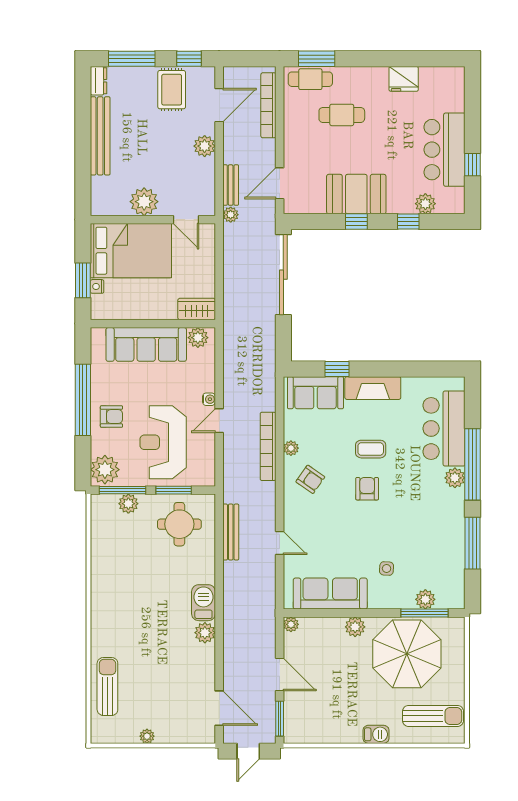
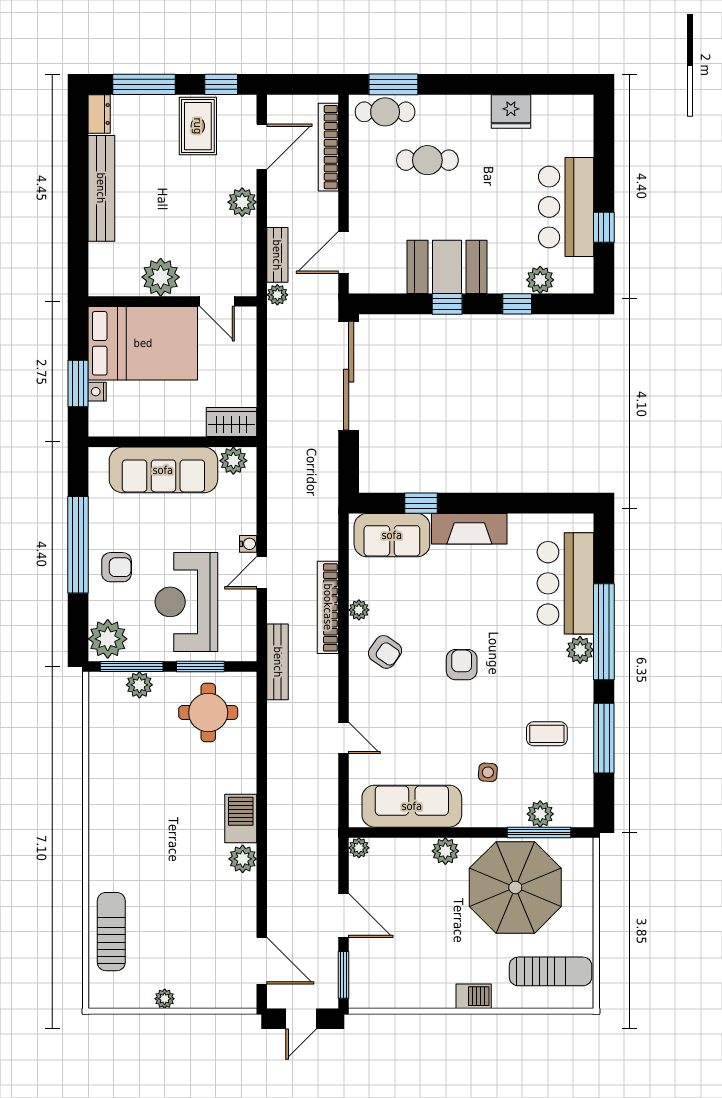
coffee table: (371, 449) -> (547, 734), moved
bench: (231, 532) -> (278, 662), moved

